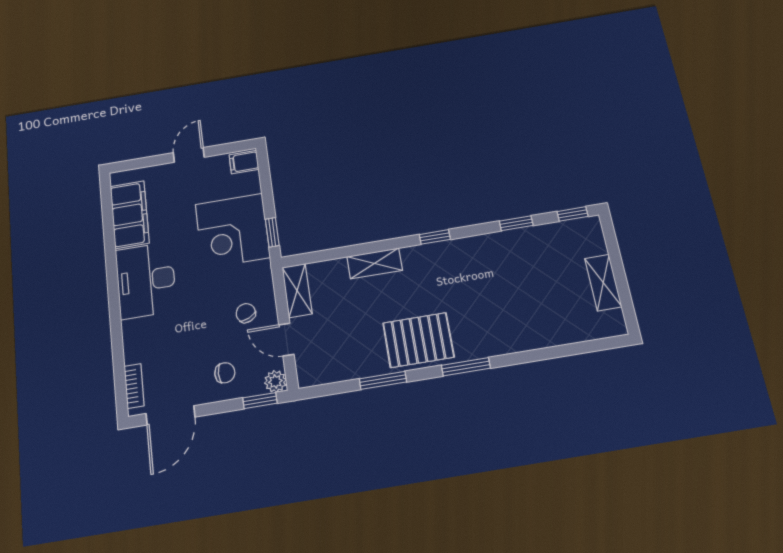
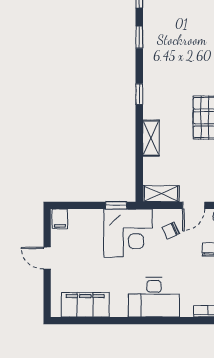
corner desk: (232, 231) -> (128, 233), moved
desk: (146, 280) -> (154, 297), moved

